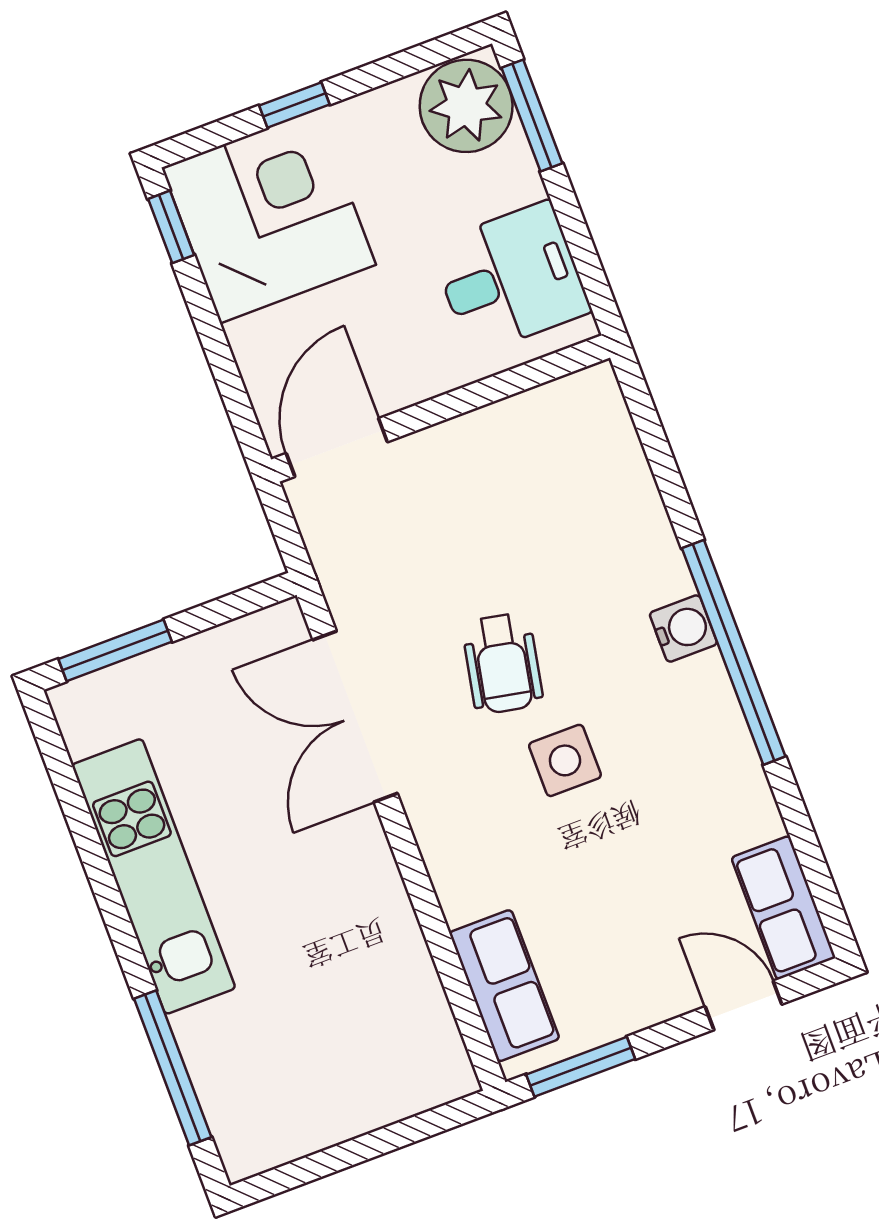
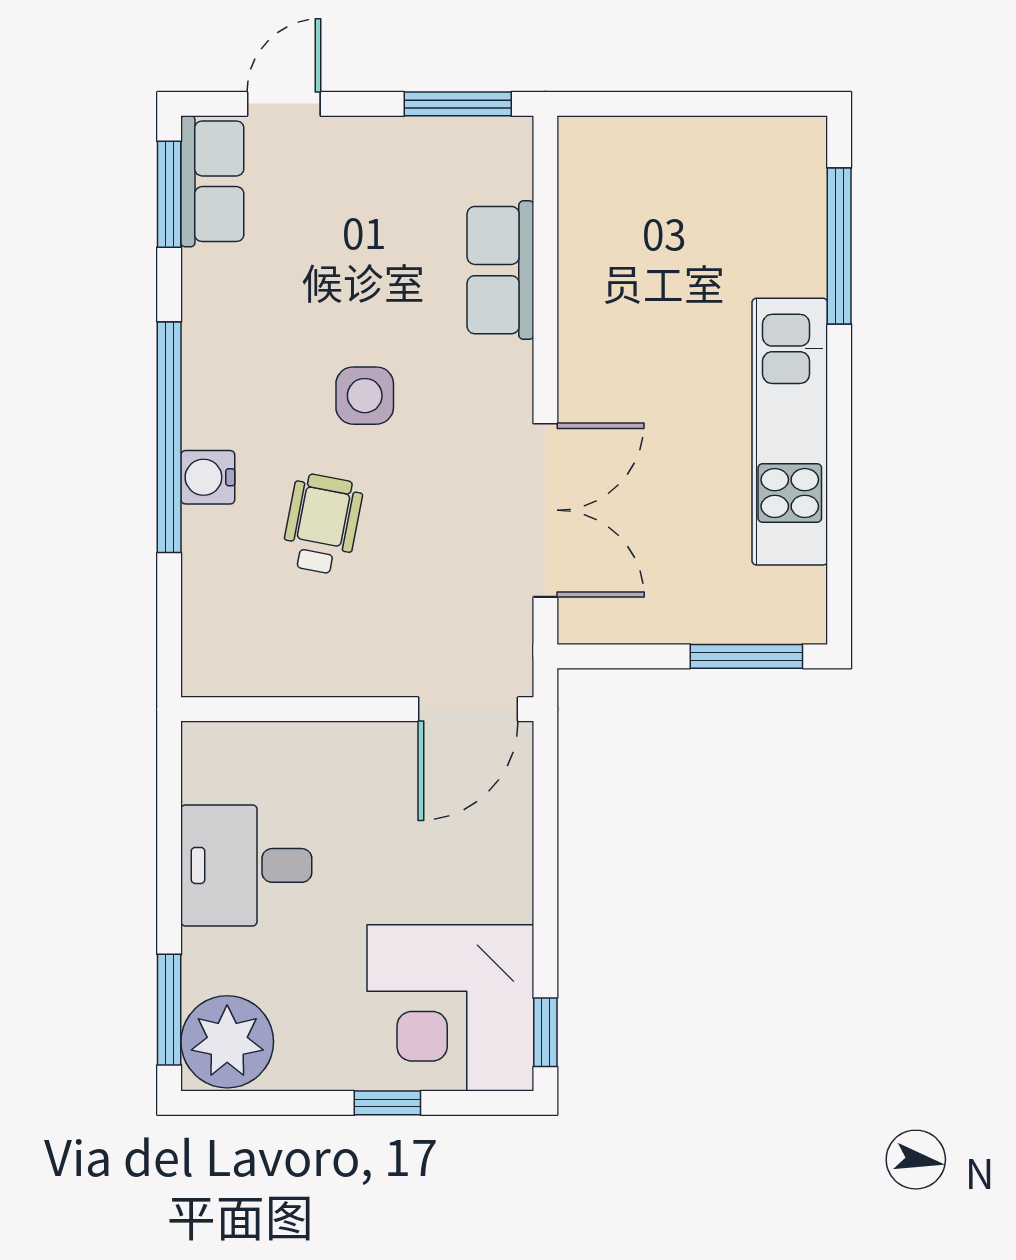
wall: (441, 409) -> (357, 709), moved
door: (337, 448) -> (468, 709), moved
wheelchair: (502, 663) -> (322, 524), moved
window: (819, 880) -> (169, 194), added
row of seats: (504, 986) -> (500, 270), moved
door: (744, 1005) -> (284, 104), swing flipped

